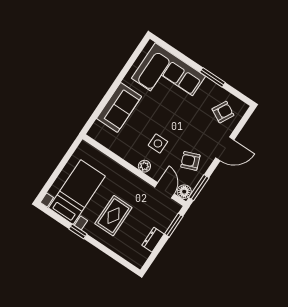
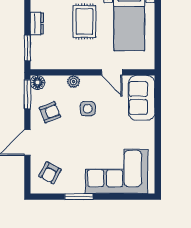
sofa: (119, 107) -> (142, 98), moved
plant: (144, 166) -> (73, 82), moved
door: (165, 190) -> (112, 72), moved

